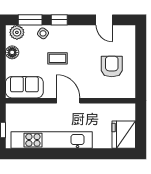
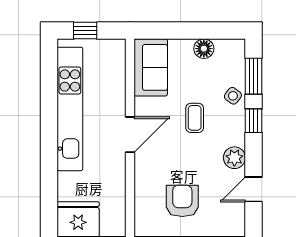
plant: (17, 32) -> (234, 158), moved
armchair: (112, 66) -> (182, 201), turned -90

